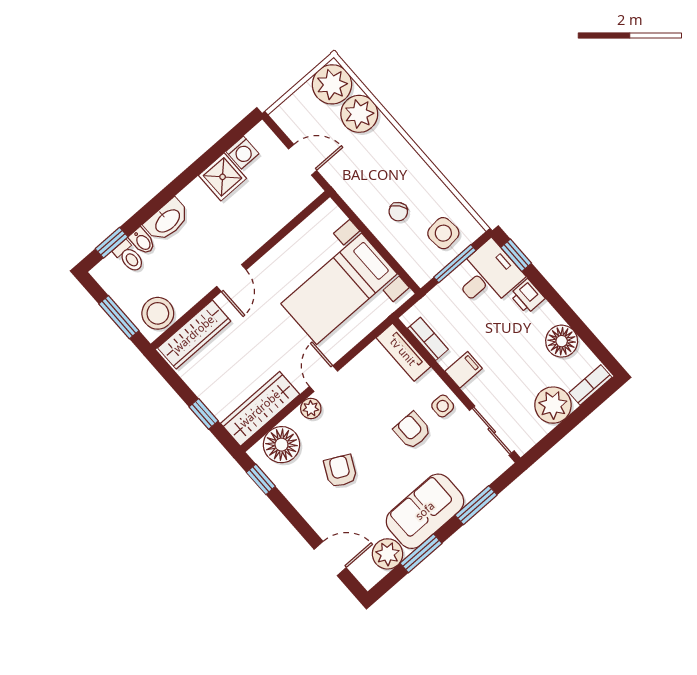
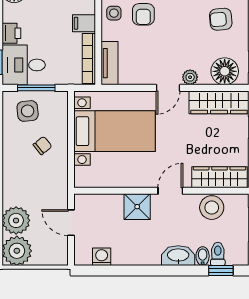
shower: (223, 177) -> (137, 207), moved
stool: (158, 313) -> (212, 208), moved
bookcase: (428, 339) -> (89, 59), width x1.56
armchair: (340, 471) -> (221, 19), moved, turned 58

